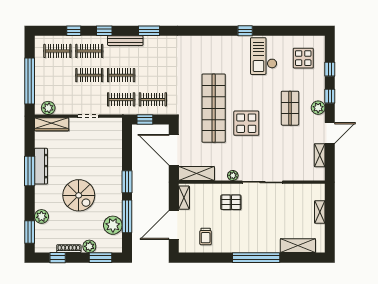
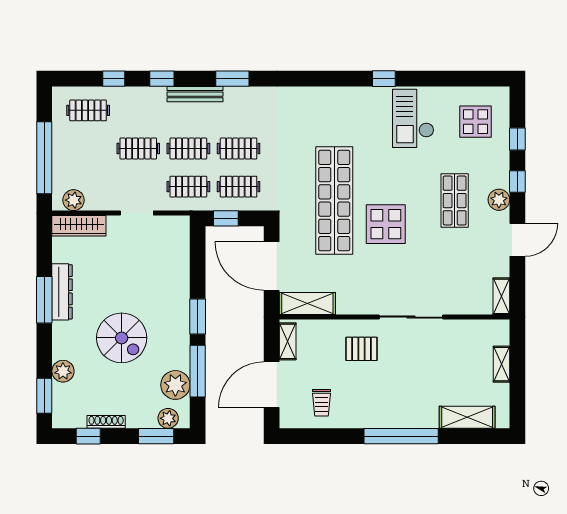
clothes rail: (89, 51) -> (239, 148), moved
shelving: (320, 155) -> (501, 296), moved
plant: (233, 175) -> (365, 307), removed
plant: (89, 246) -> (168, 418), moved

